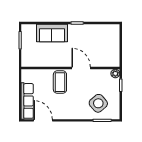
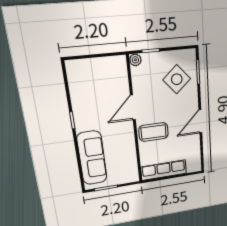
sofa: (52, 33) -> (92, 158), width x1.36
row of seats: (27, 101) -> (164, 170), moved
door: (43, 120) -> (200, 121), moved

